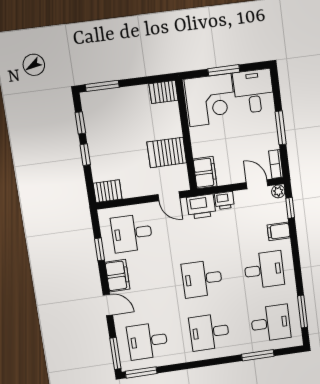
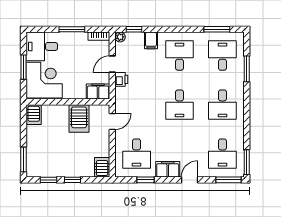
door: (257, 184) -> (112, 64), moved
printer: (201, 207) -> (123, 98), removed

